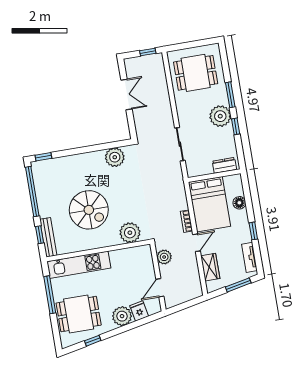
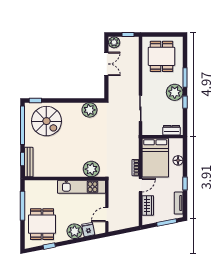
dining table: (196, 73) -> (162, 56), turned 90
spiral stairs: (89, 210) -> (46, 121), moved
plant: (164, 257) -> (114, 42), moved
kitchen unit: (79, 265) -> (82, 187), moved
dining table: (79, 314) -> (42, 224), turned 90

